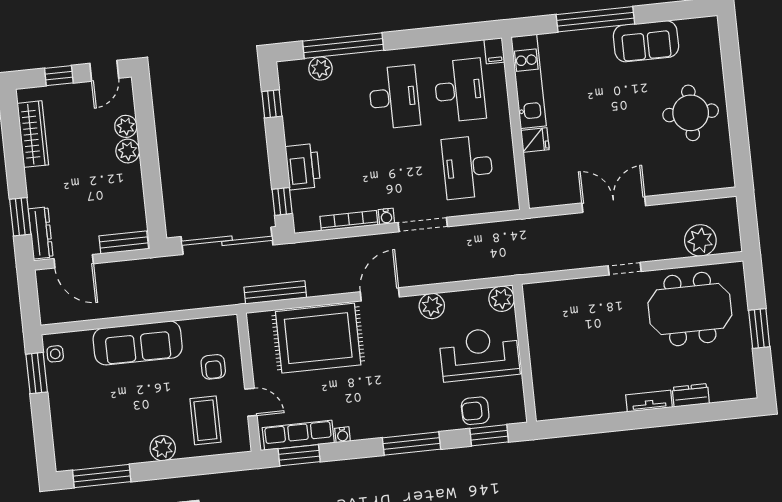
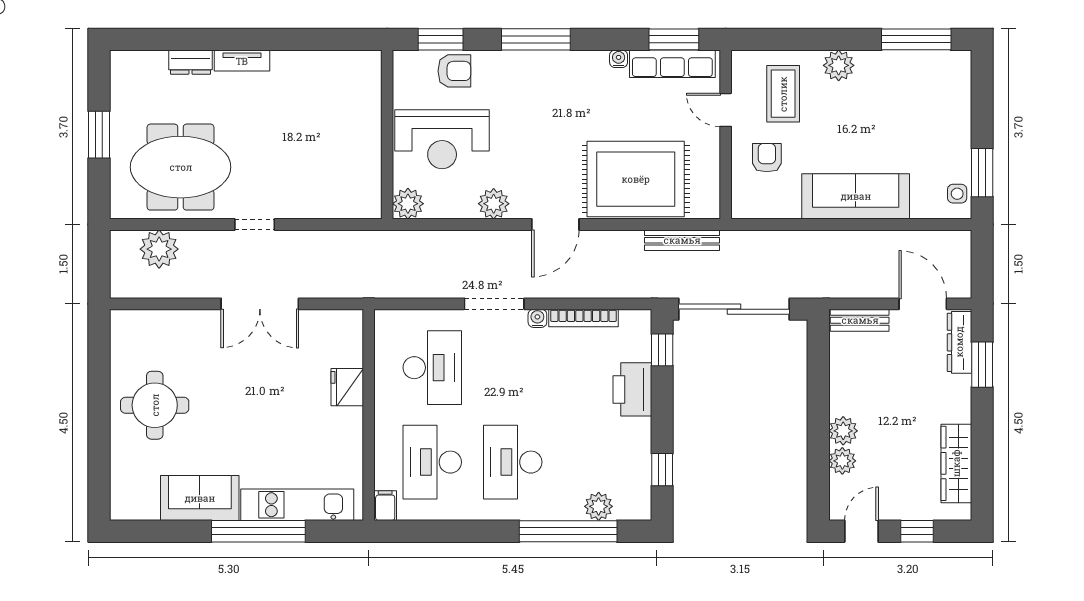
kitchen unit: (529, 81) -> (297, 505), moved, turned 90
fridge: (535, 140) -> (347, 387), width x1.38

